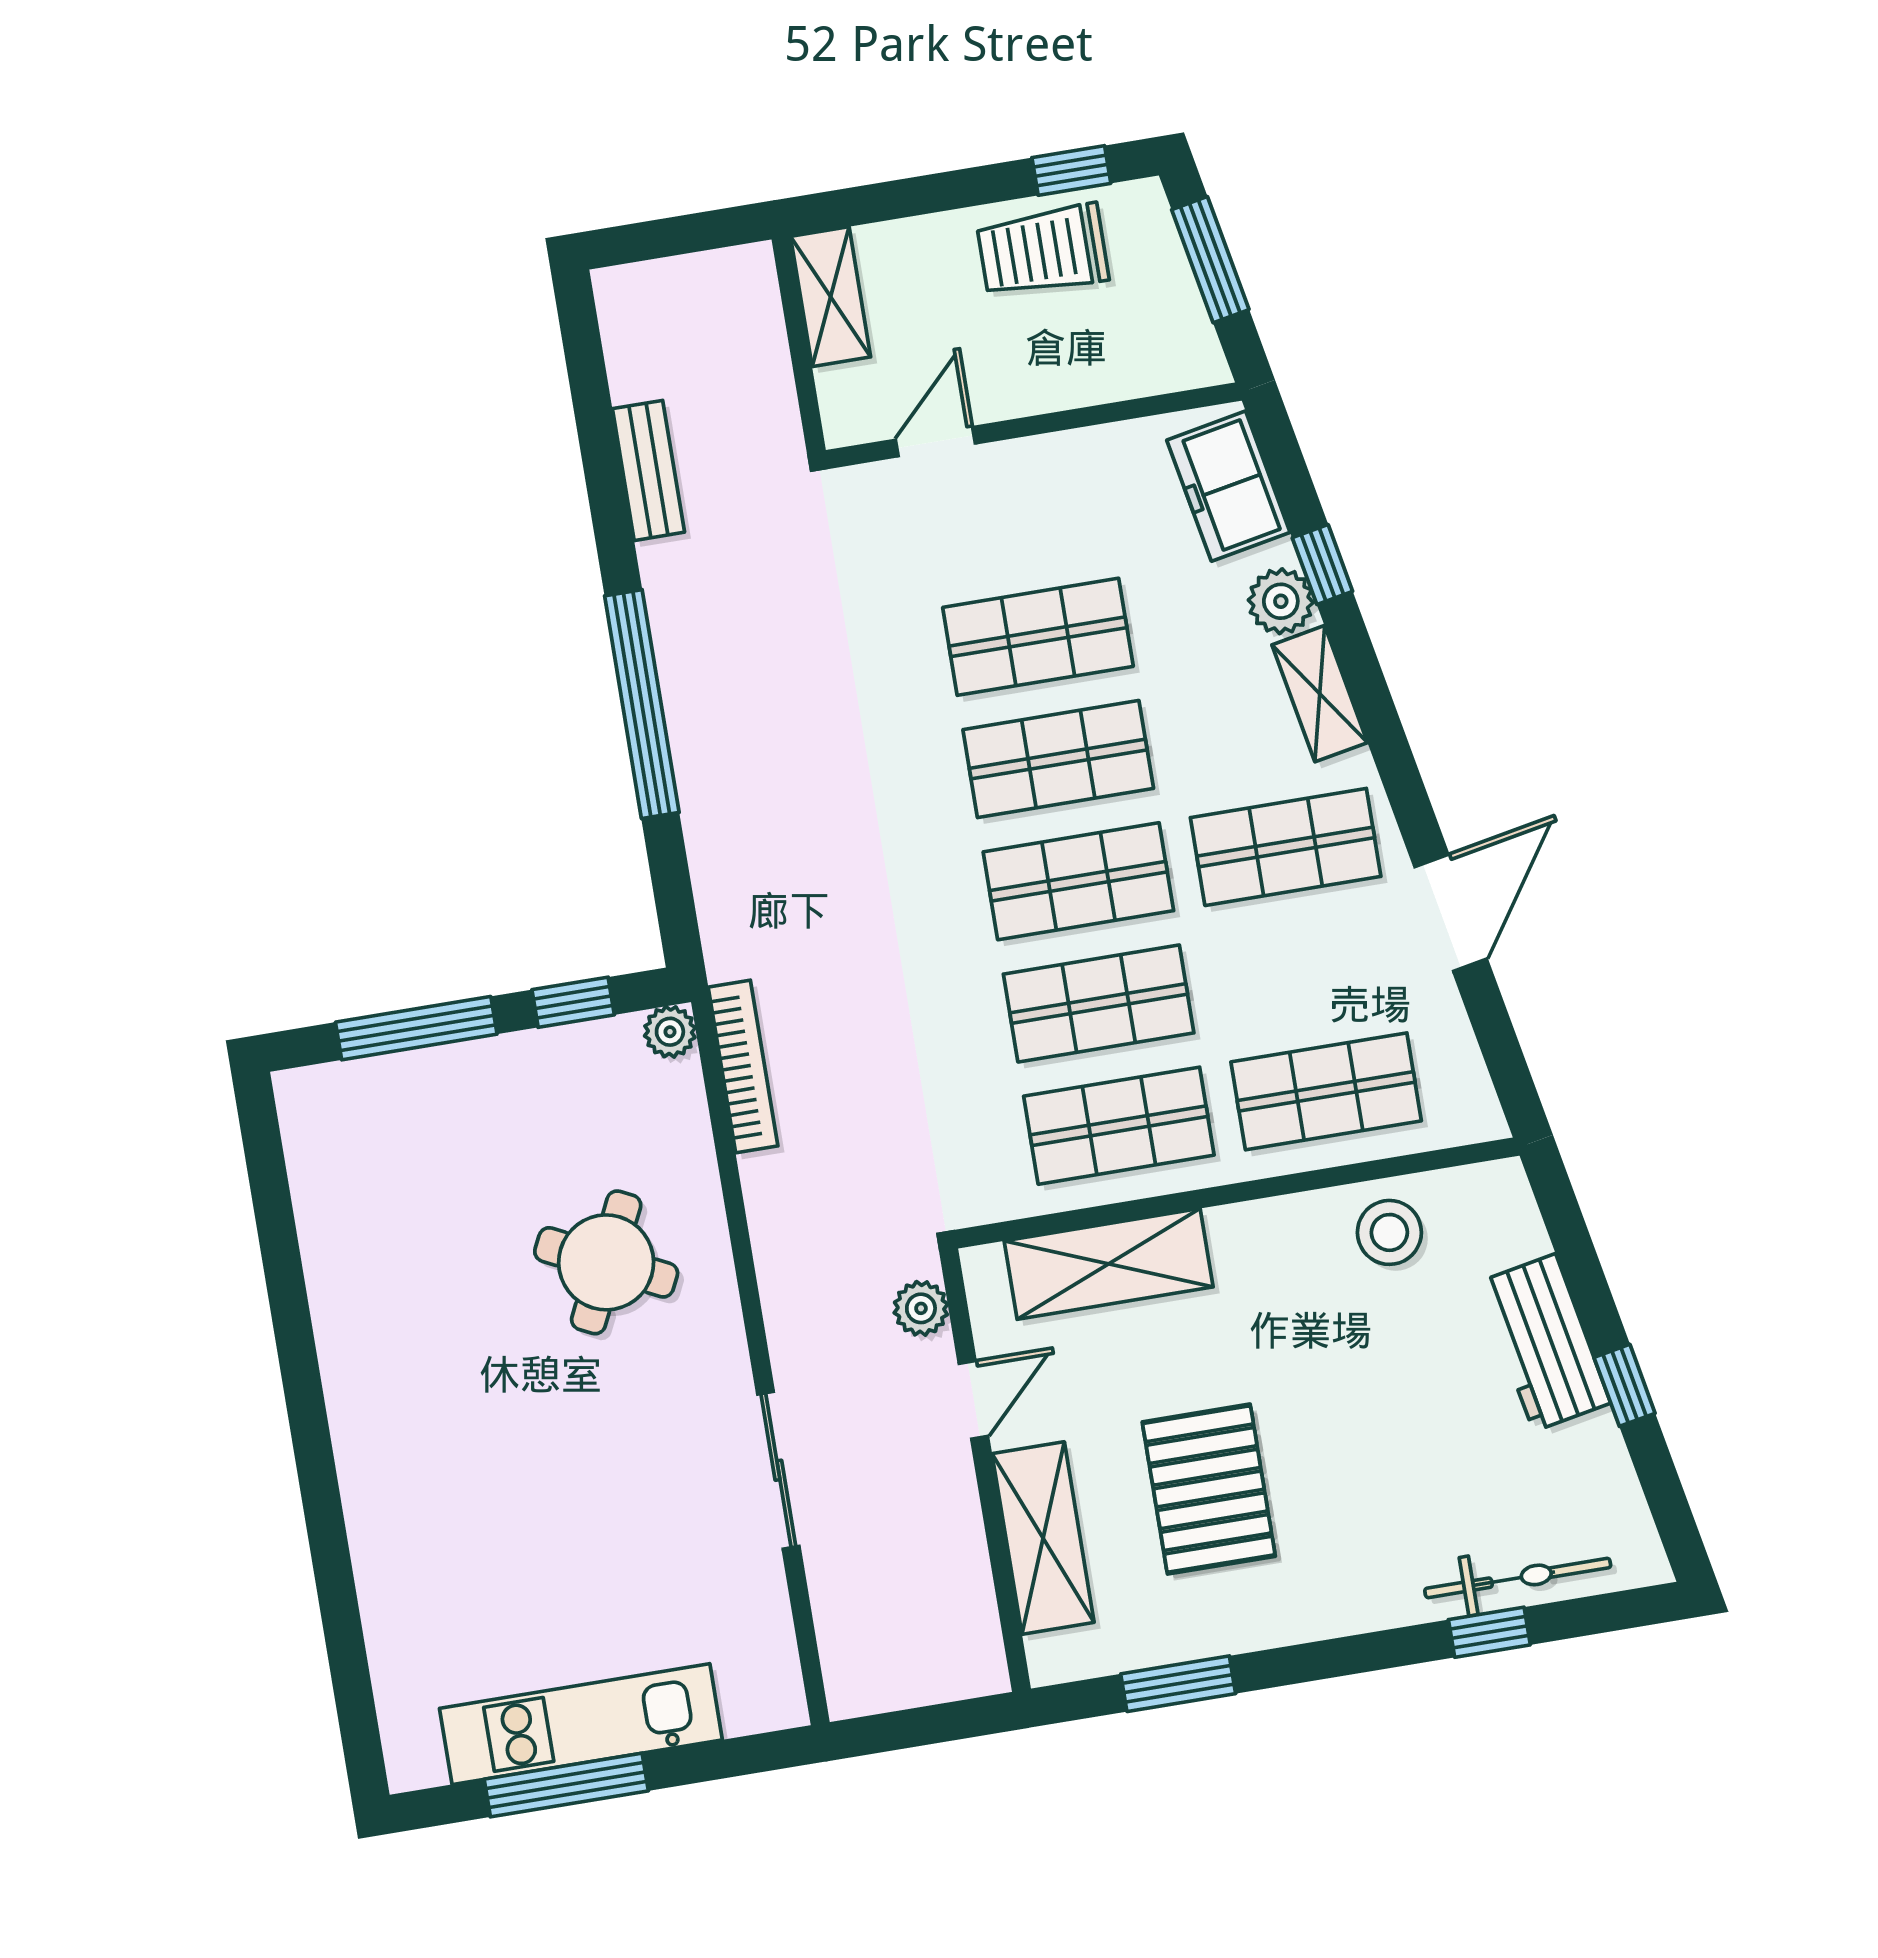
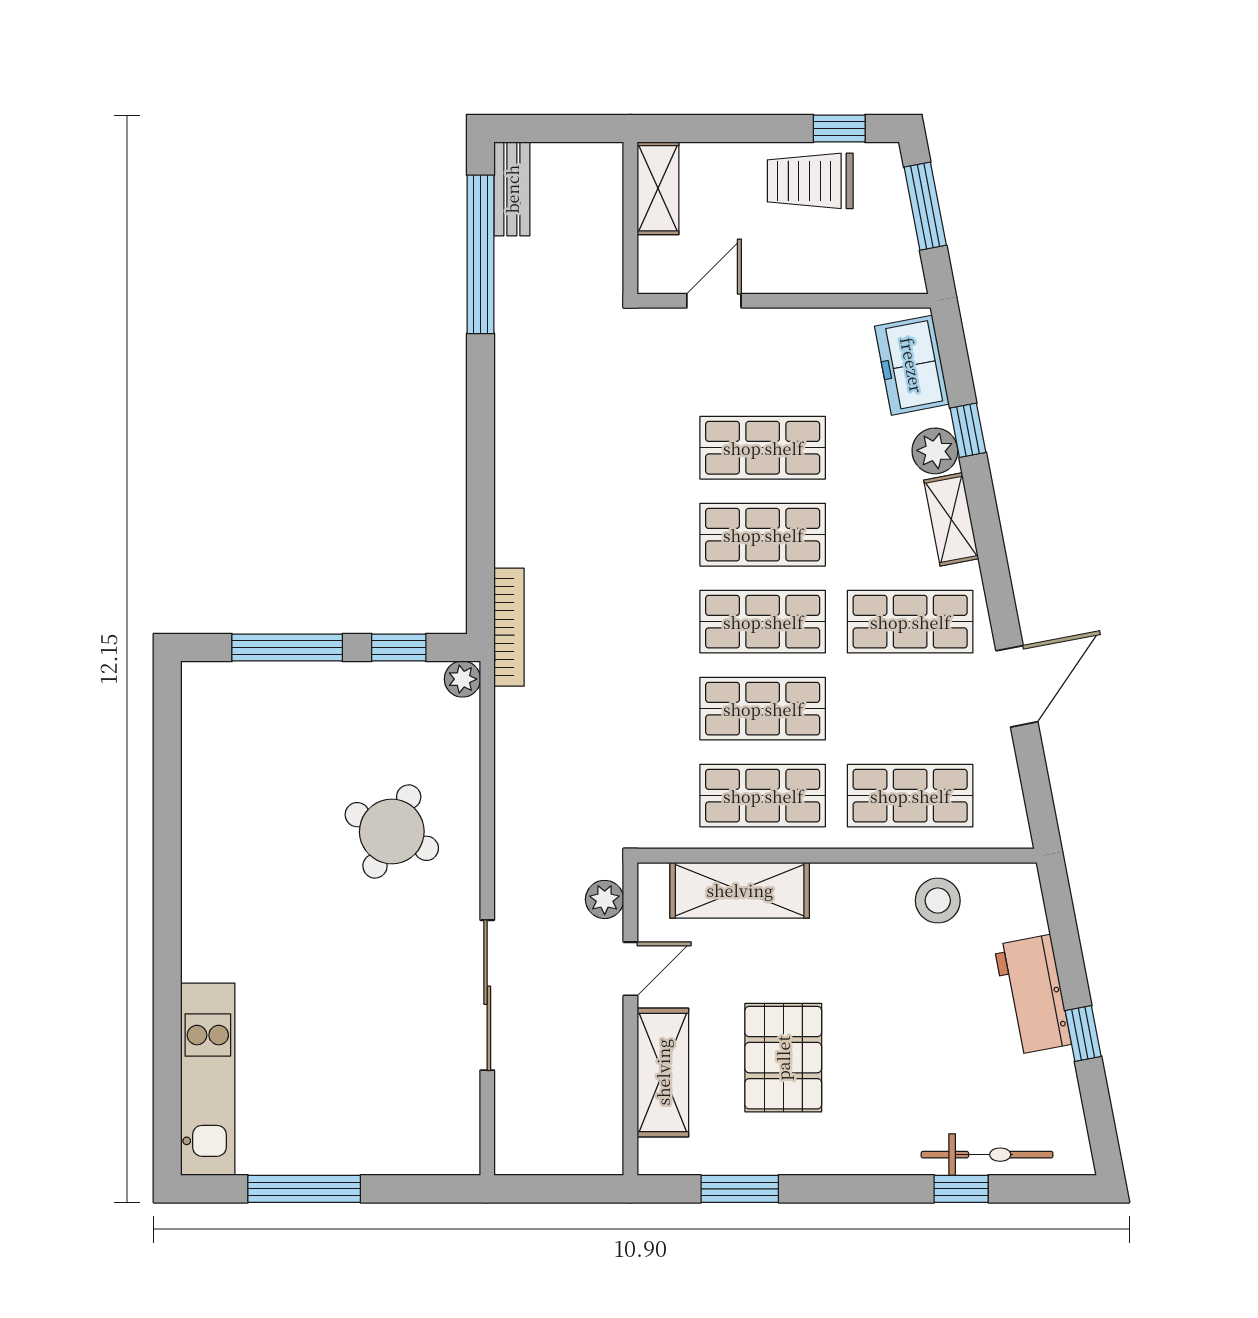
bench: (648, 470) -> (512, 189), moved
window: (642, 704) -> (481, 254), moved
bookcase: (743, 1067) -> (509, 627), moved
sliding door: (778, 1470) -> (487, 995), width x1.37
kitchen unit: (581, 1724) -> (208, 1079), moved, turned 90

